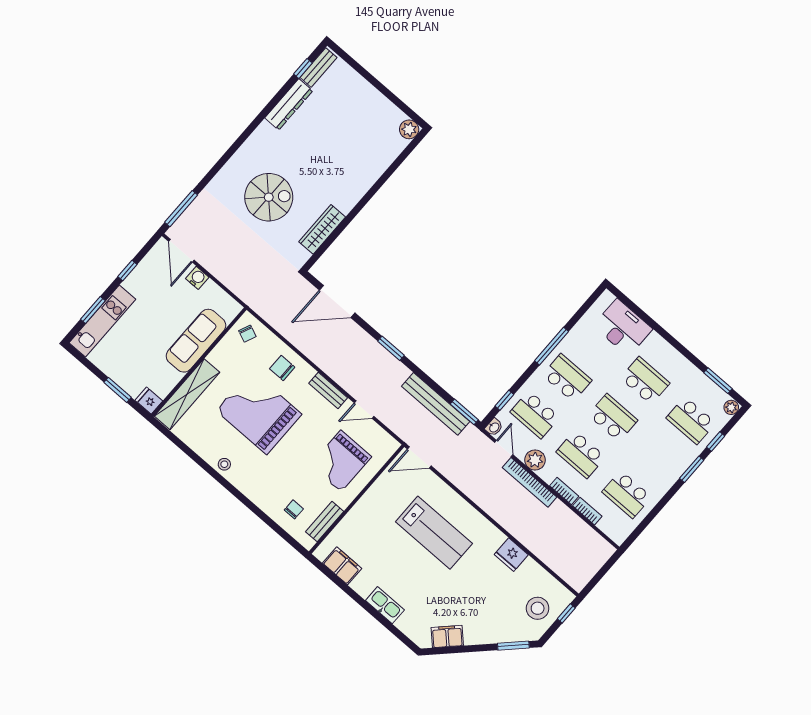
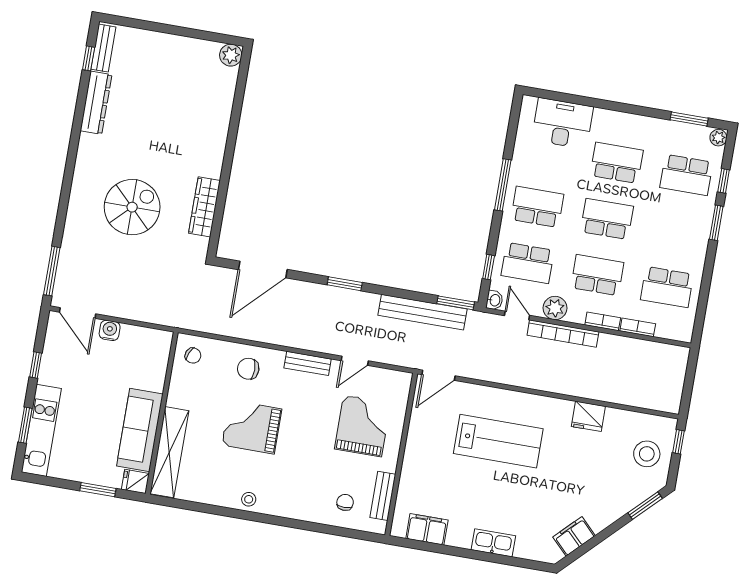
sofa: (196, 341) -> (140, 430), moved
grand piano: (259, 412) -> (252, 427), width x0.73, depth x0.68
school desk: (581, 455) -> (597, 275), turned 180
grand piano: (341, 461) -> (363, 426), turned 180

